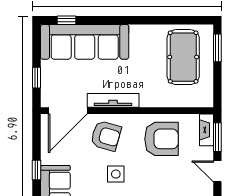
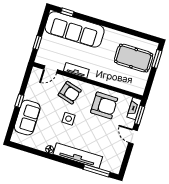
pool table: (183, 57) -> (134, 58), turned 90
tv unit: (113, 100) -> (76, 70), width x0.71
door: (68, 111) -> (51, 69), width x0.53

